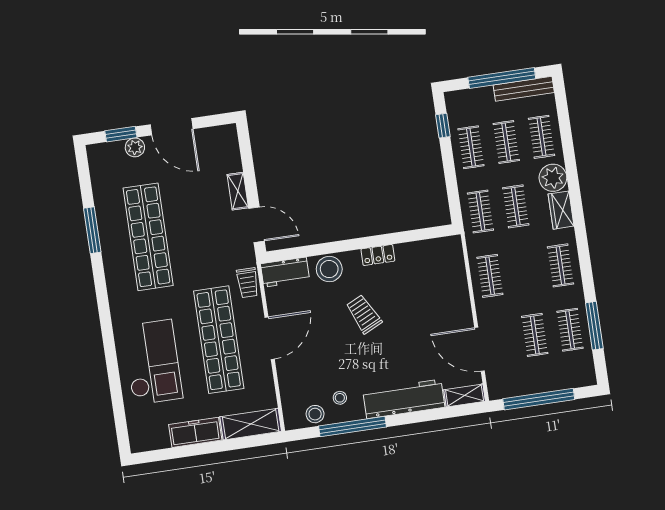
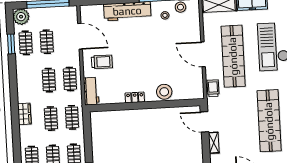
plant: (553, 178) -> (21, 17), moved
clothes rail: (560, 265) -> (49, 80), moved
workbench: (285, 272) -> (91, 91), moved, turned 90
trolley: (364, 314) -> (102, 62), moved, turned -64
window: (594, 326) -> (11, 44), width x0.69
door: (270, 338) -> (203, 54), hinge flipped
shelving: (465, 395) -> (91, 10), removed

